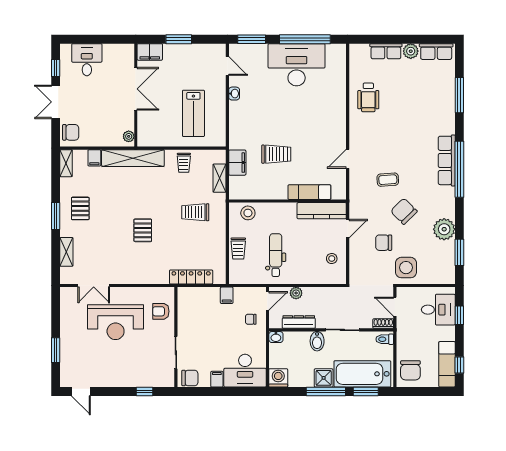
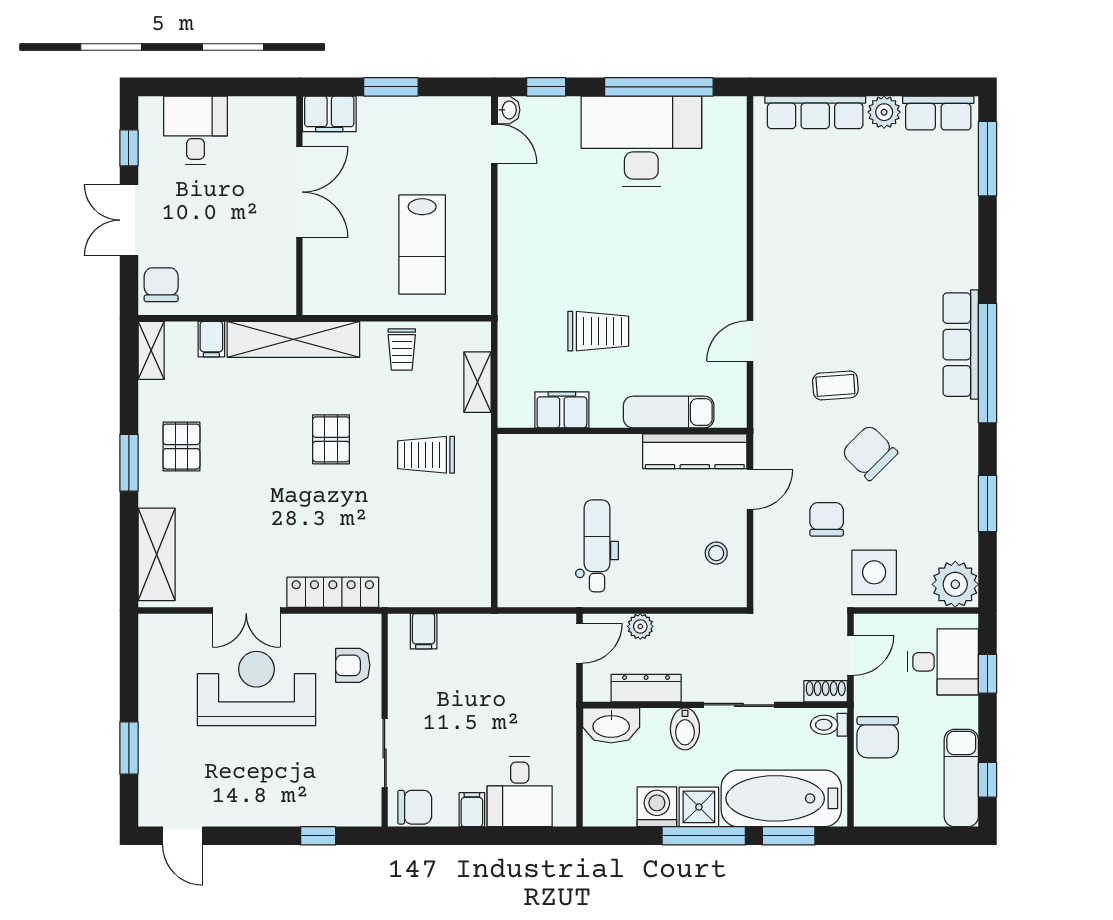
window: (252, 39) -> (546, 87), width x0.67
row of seats: (386, 51) -> (815, 112), width x1.48
washbasin: (234, 94) -> (509, 110), moved
window: (459, 95) -> (987, 159), moved
wheelchair: (368, 97) -> (794, 210), removed
chair: (71, 132) -> (161, 285), turned -90
plant: (129, 136) -> (284, 293), removed
filing cabinet: (237, 163) -> (562, 410), moved, turned -90
stool: (248, 213) -> (538, 456), removed
plant: (444, 229) -> (955, 584), moved
pallet: (143, 230) -> (331, 439), moved
chair: (384, 243) -> (827, 519), turned 90
trolley: (238, 248) -> (517, 532), removed
shelving: (66, 252) -> (157, 554), width x1.50, depth x1.33
window: (459, 252) -> (987, 503), moved
locker: (191, 277) -> (333, 592), moved
double door: (94, 286) -> (246, 611), moved
filing cabinet: (227, 295) -> (424, 631), moved
door: (395, 307) -> (850, 655), swing flipped
chair: (251, 319) -> (544, 682), removed
reception desk: (116, 322) -> (256, 689), turned 180
washbasin: (276, 337) -> (611, 725), width x1.91, depth x1.45
chair: (410, 370) -> (878, 737), moved
desk: (245, 371) -> (520, 792), width x0.73
washing machine: (278, 378) -> (657, 807), moved

